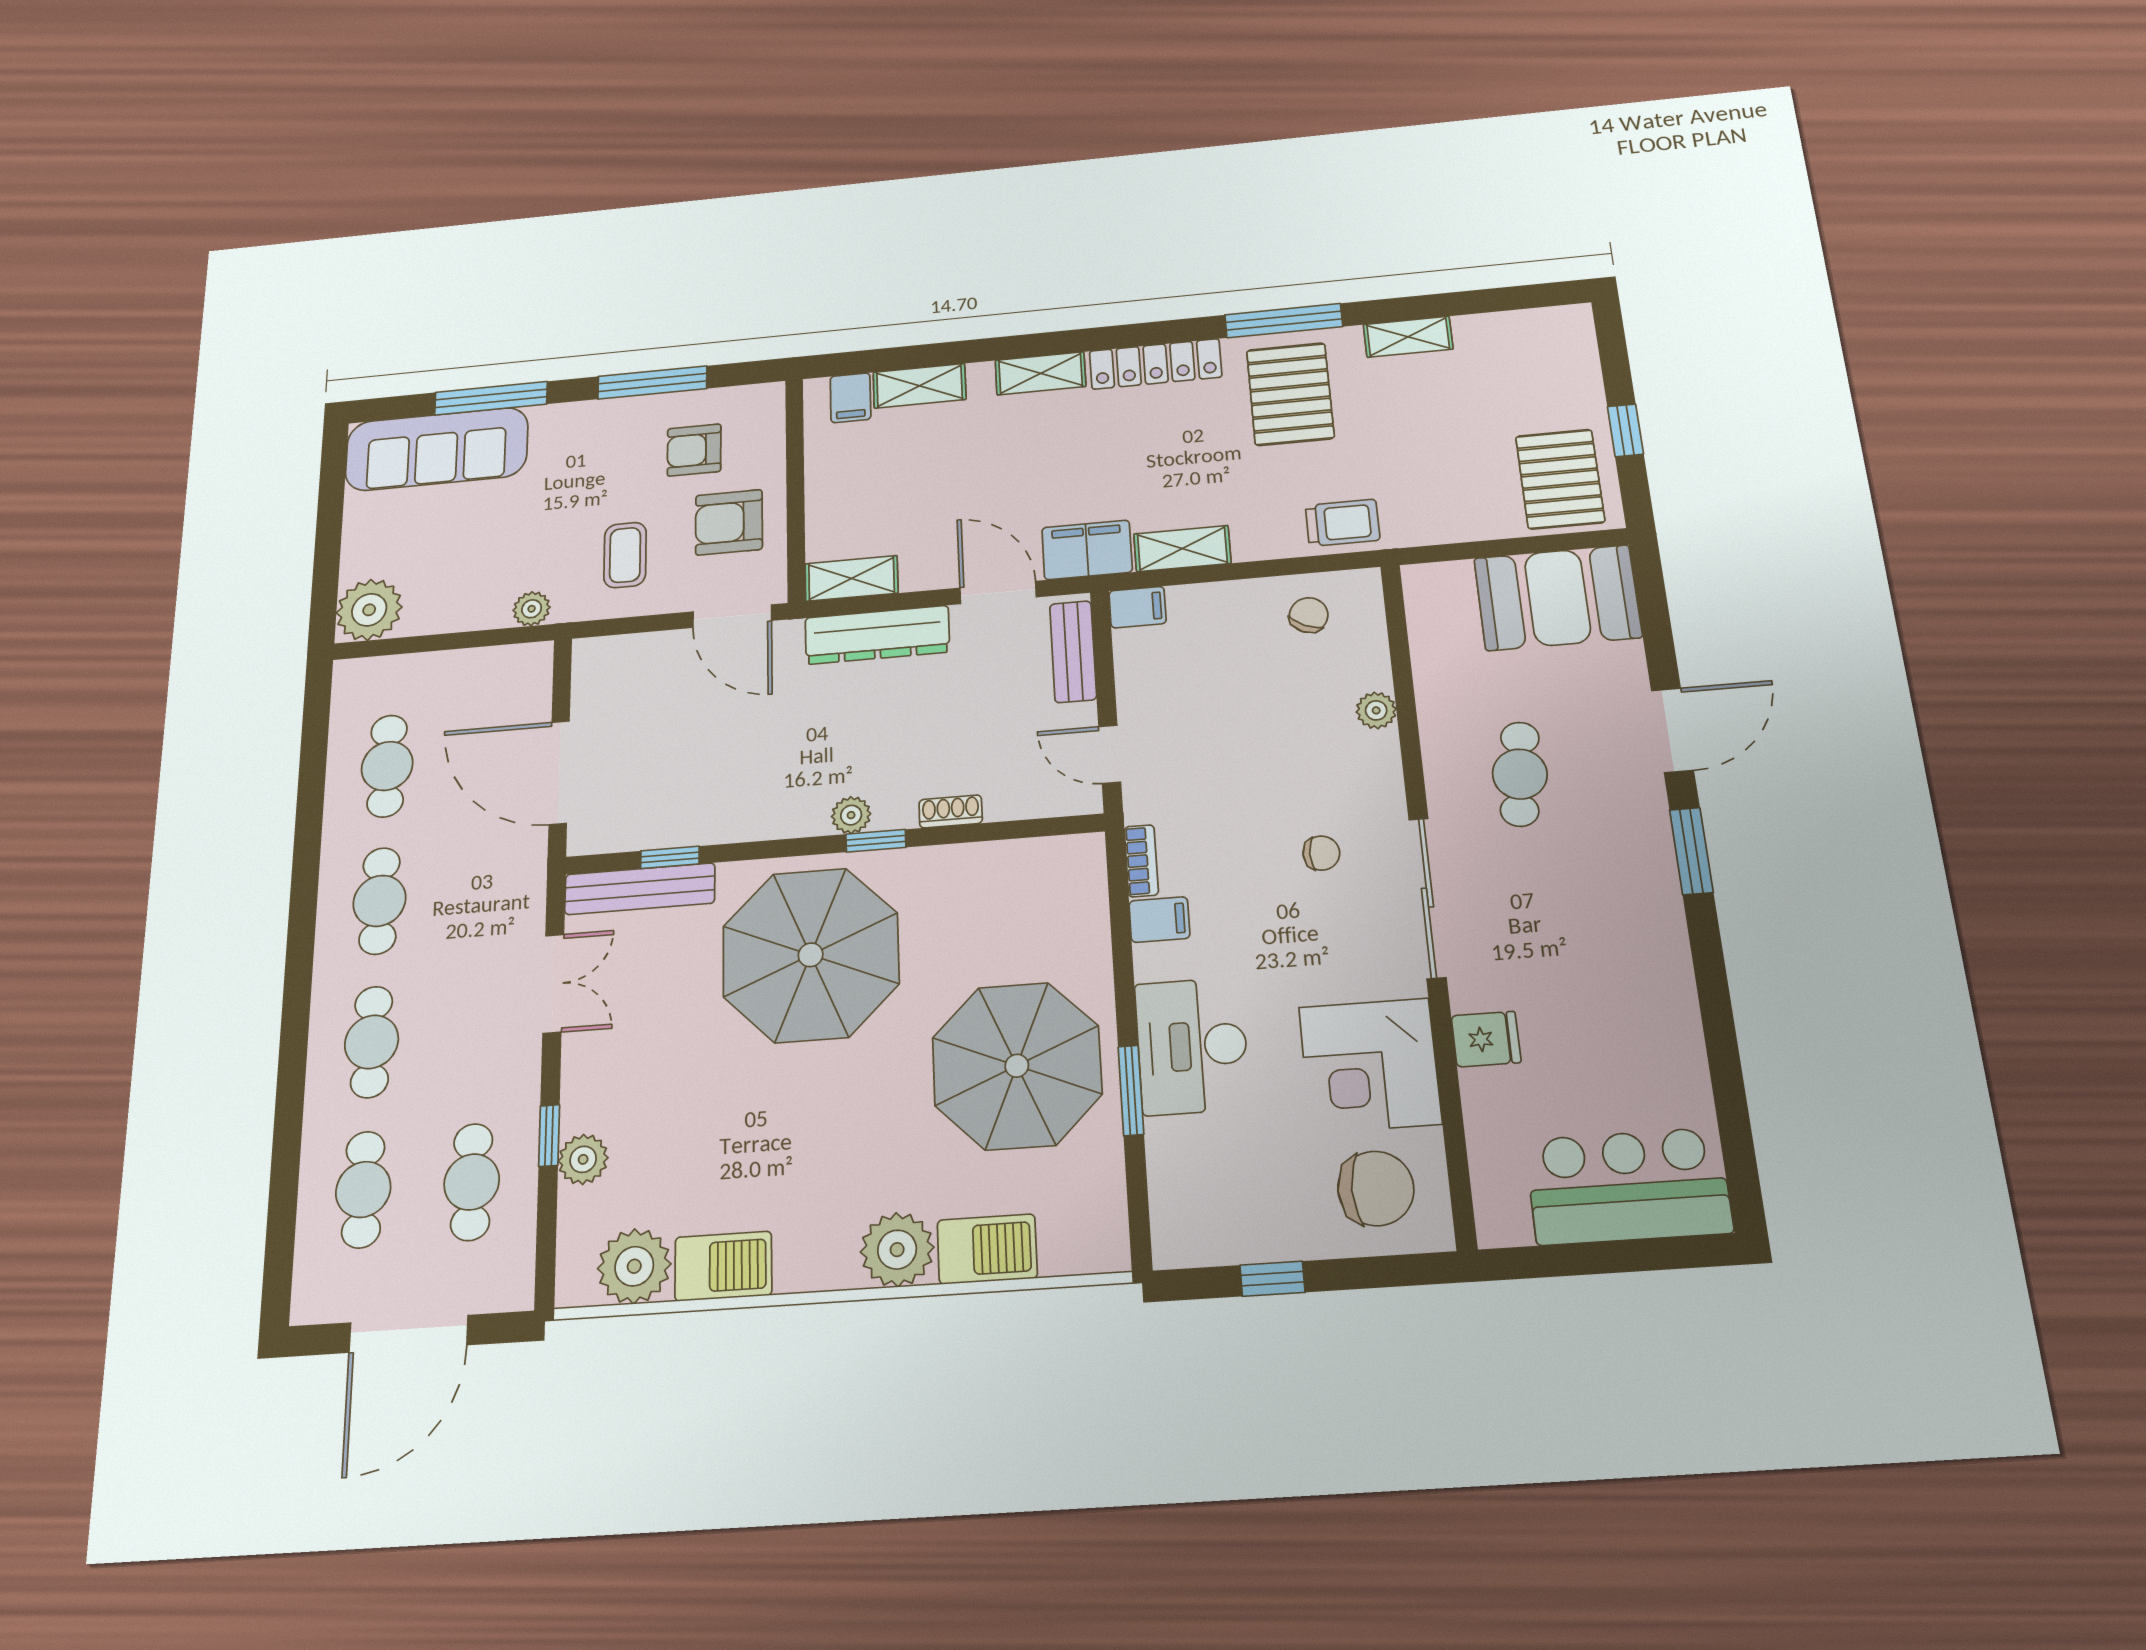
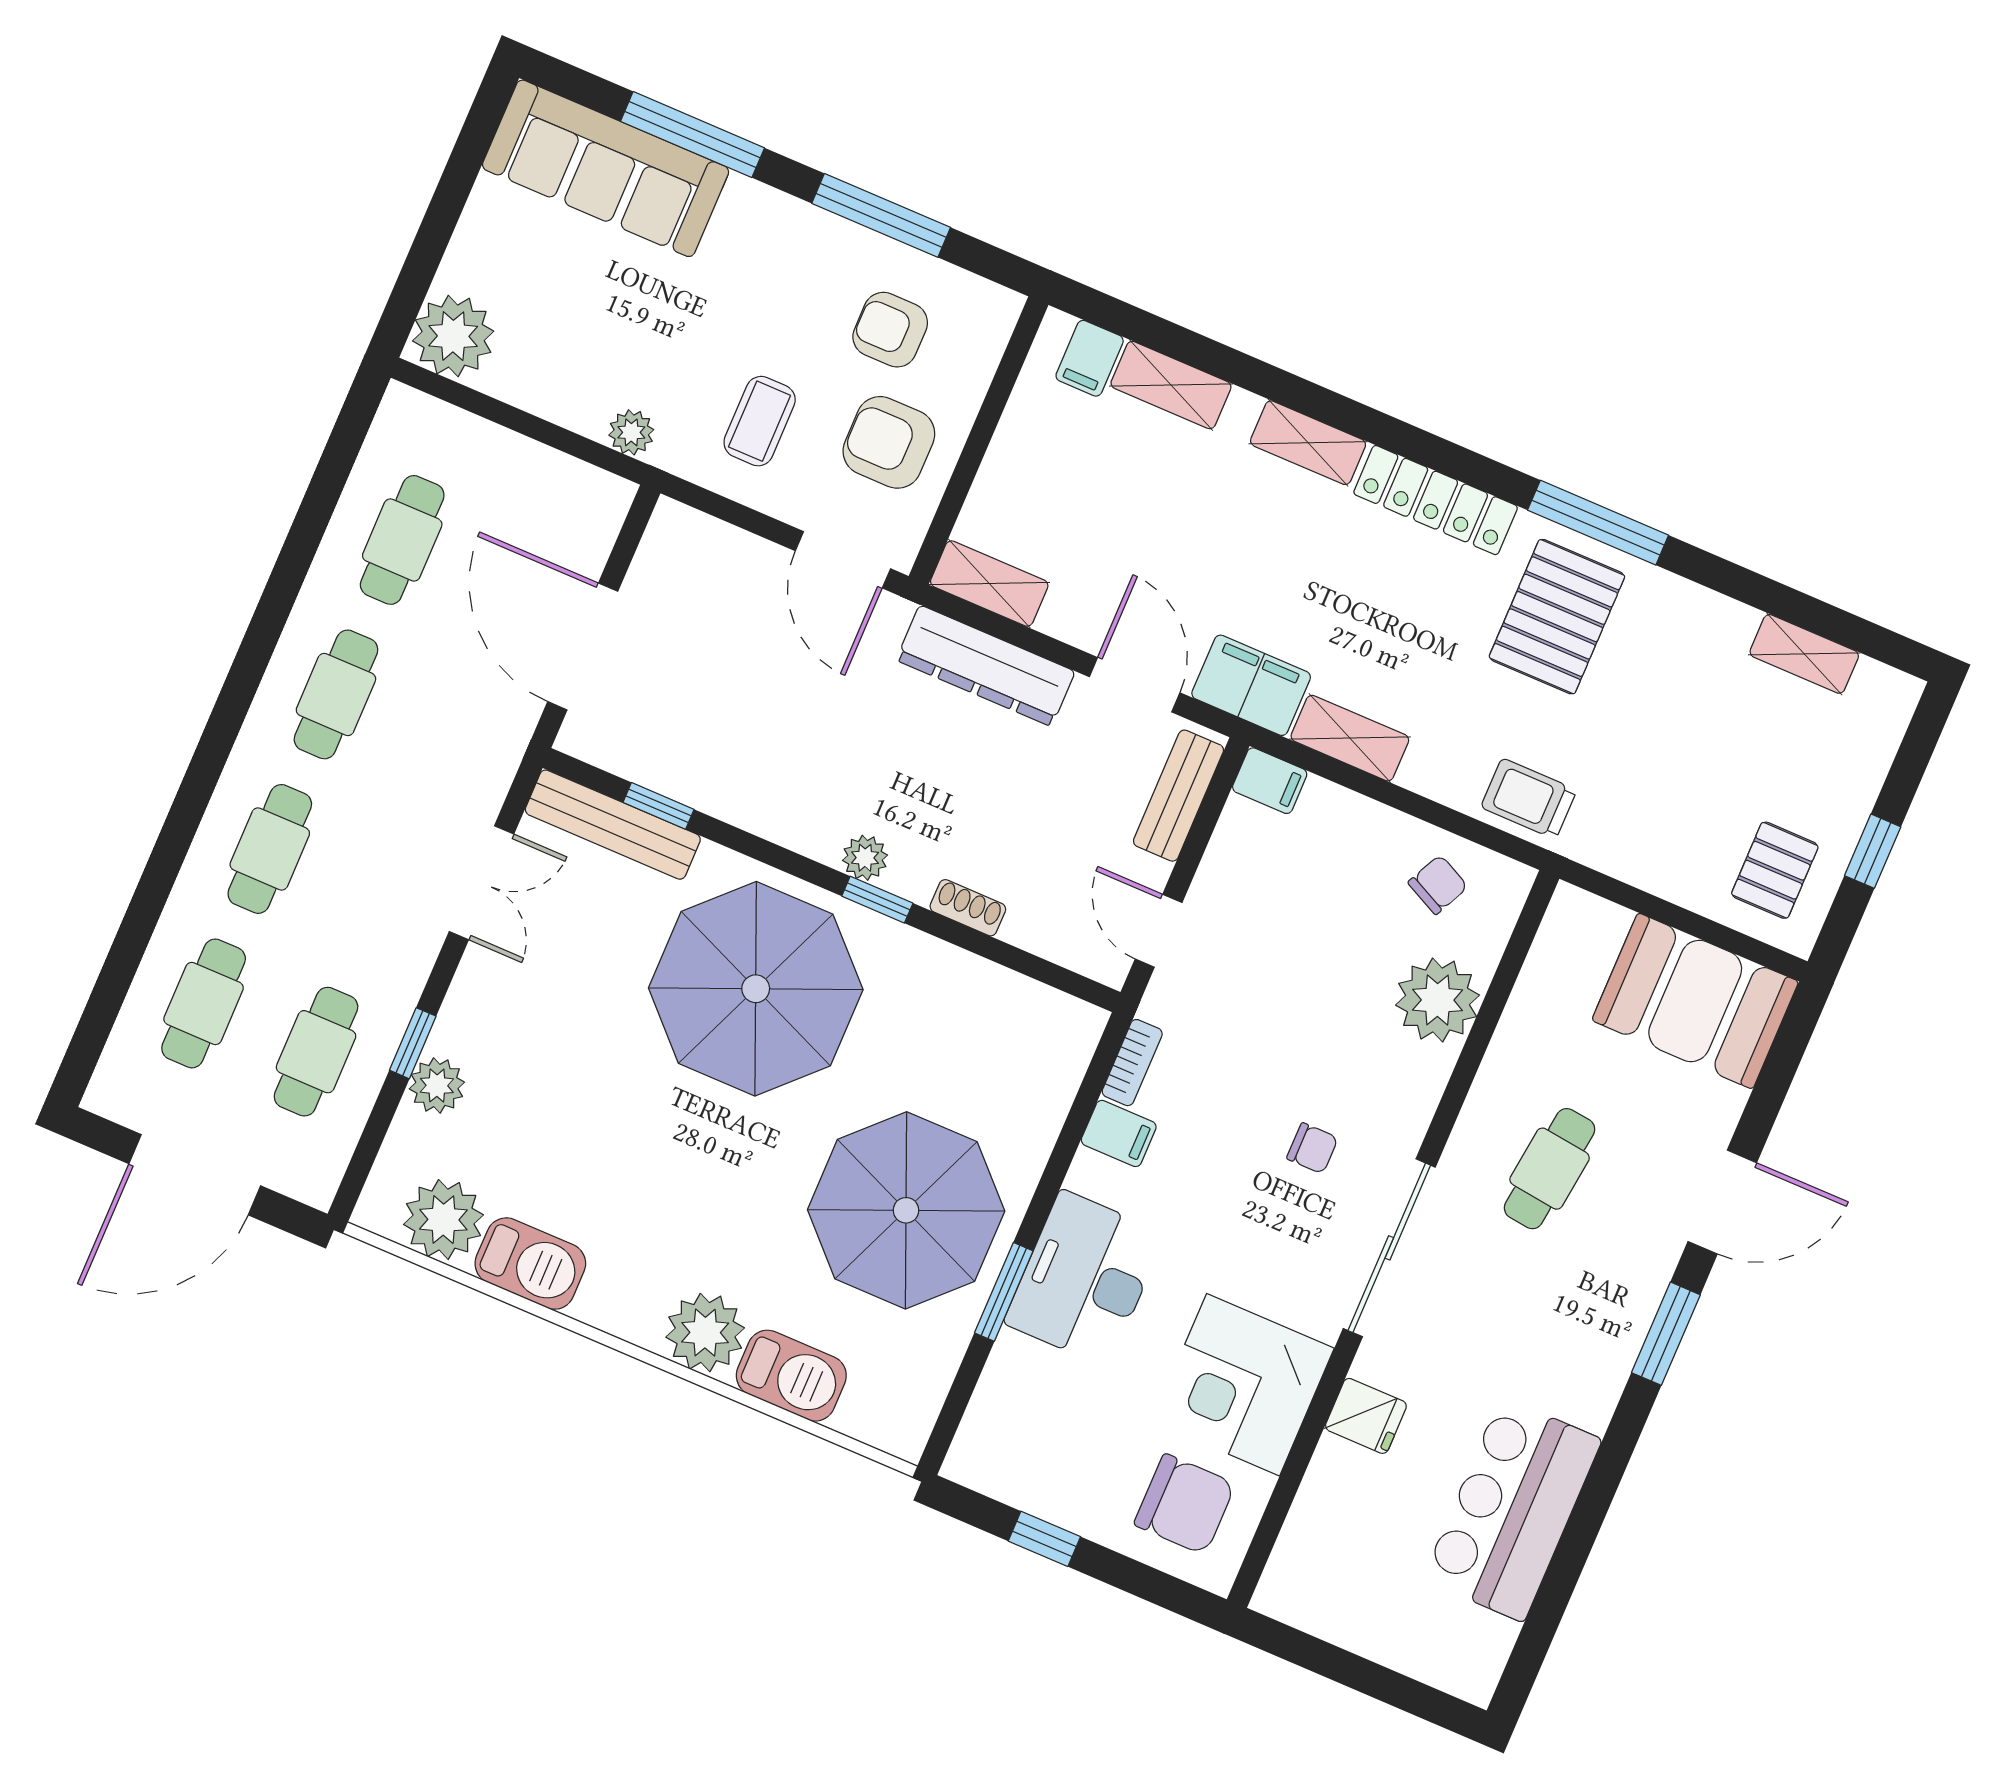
shelving: (1408, 337) -> (1804, 654), moved
pallet: (1560, 479) -> (1775, 870), width x0.67, depth x0.71
trolley: (1343, 523) -> (1529, 799), turned 180
plant: (1376, 710) -> (1438, 1000), width x1.87, depth x1.87
bar counter: (1628, 1186) -> (1512, 1509), moved, turned -90

